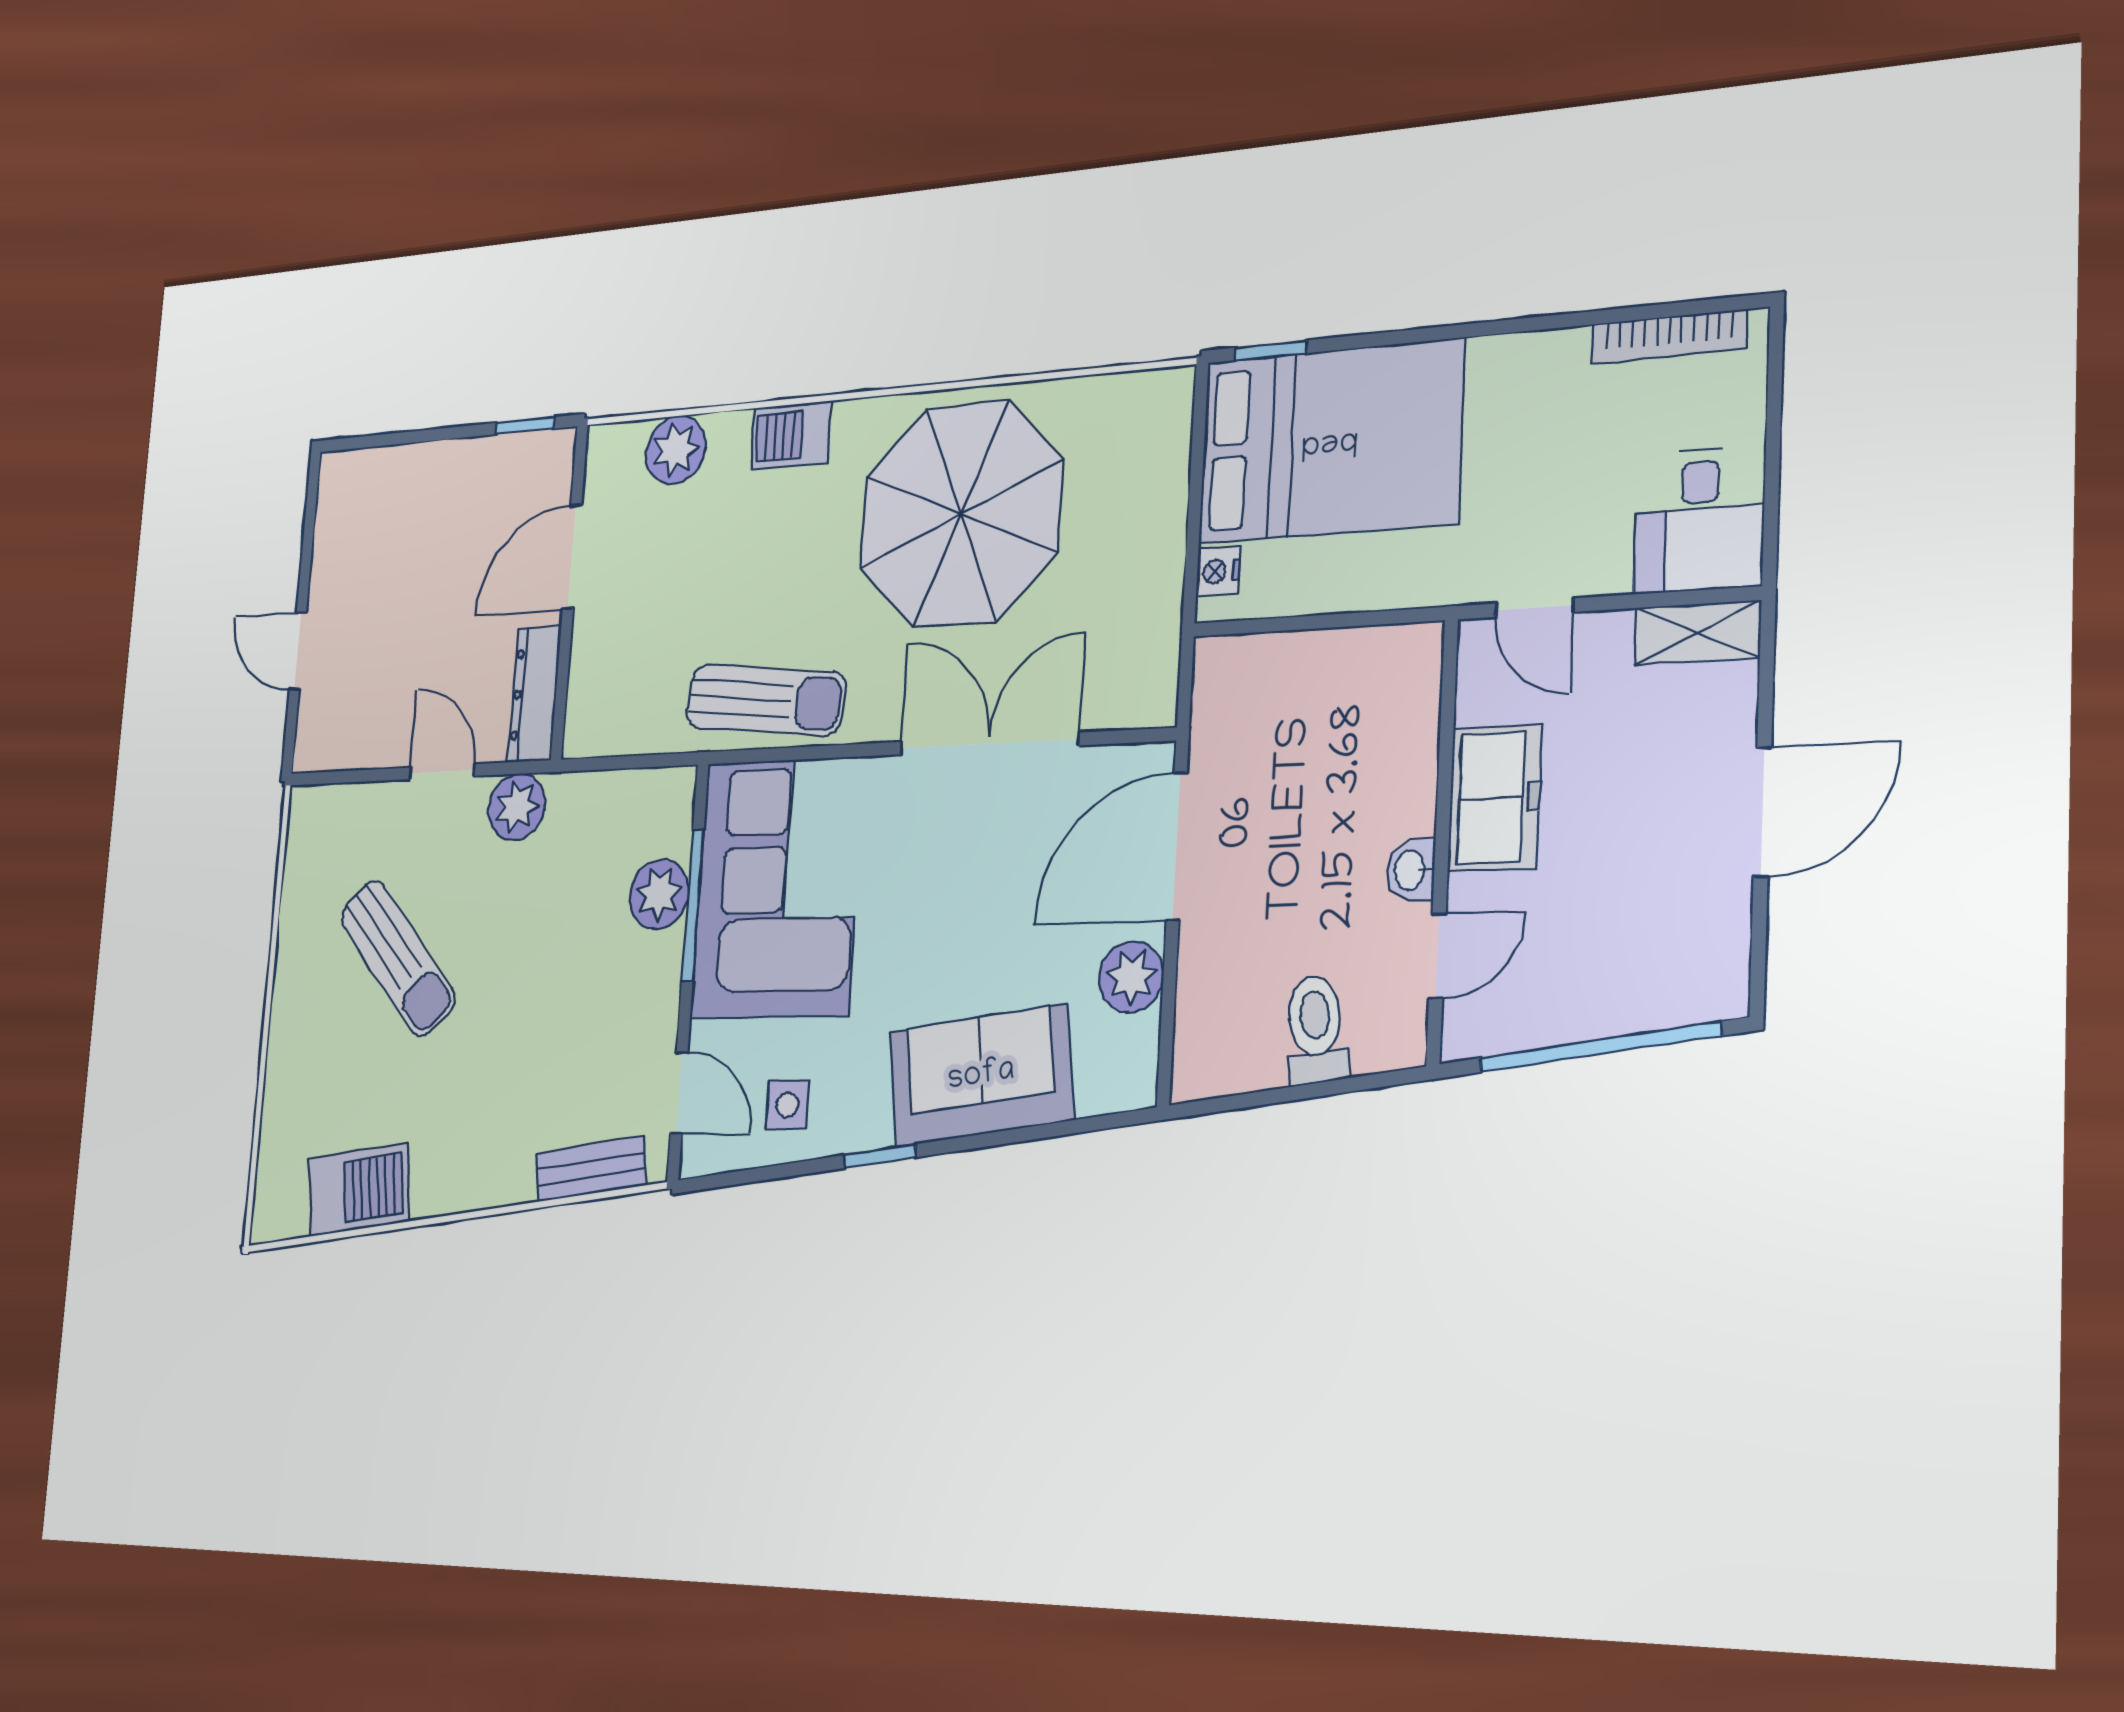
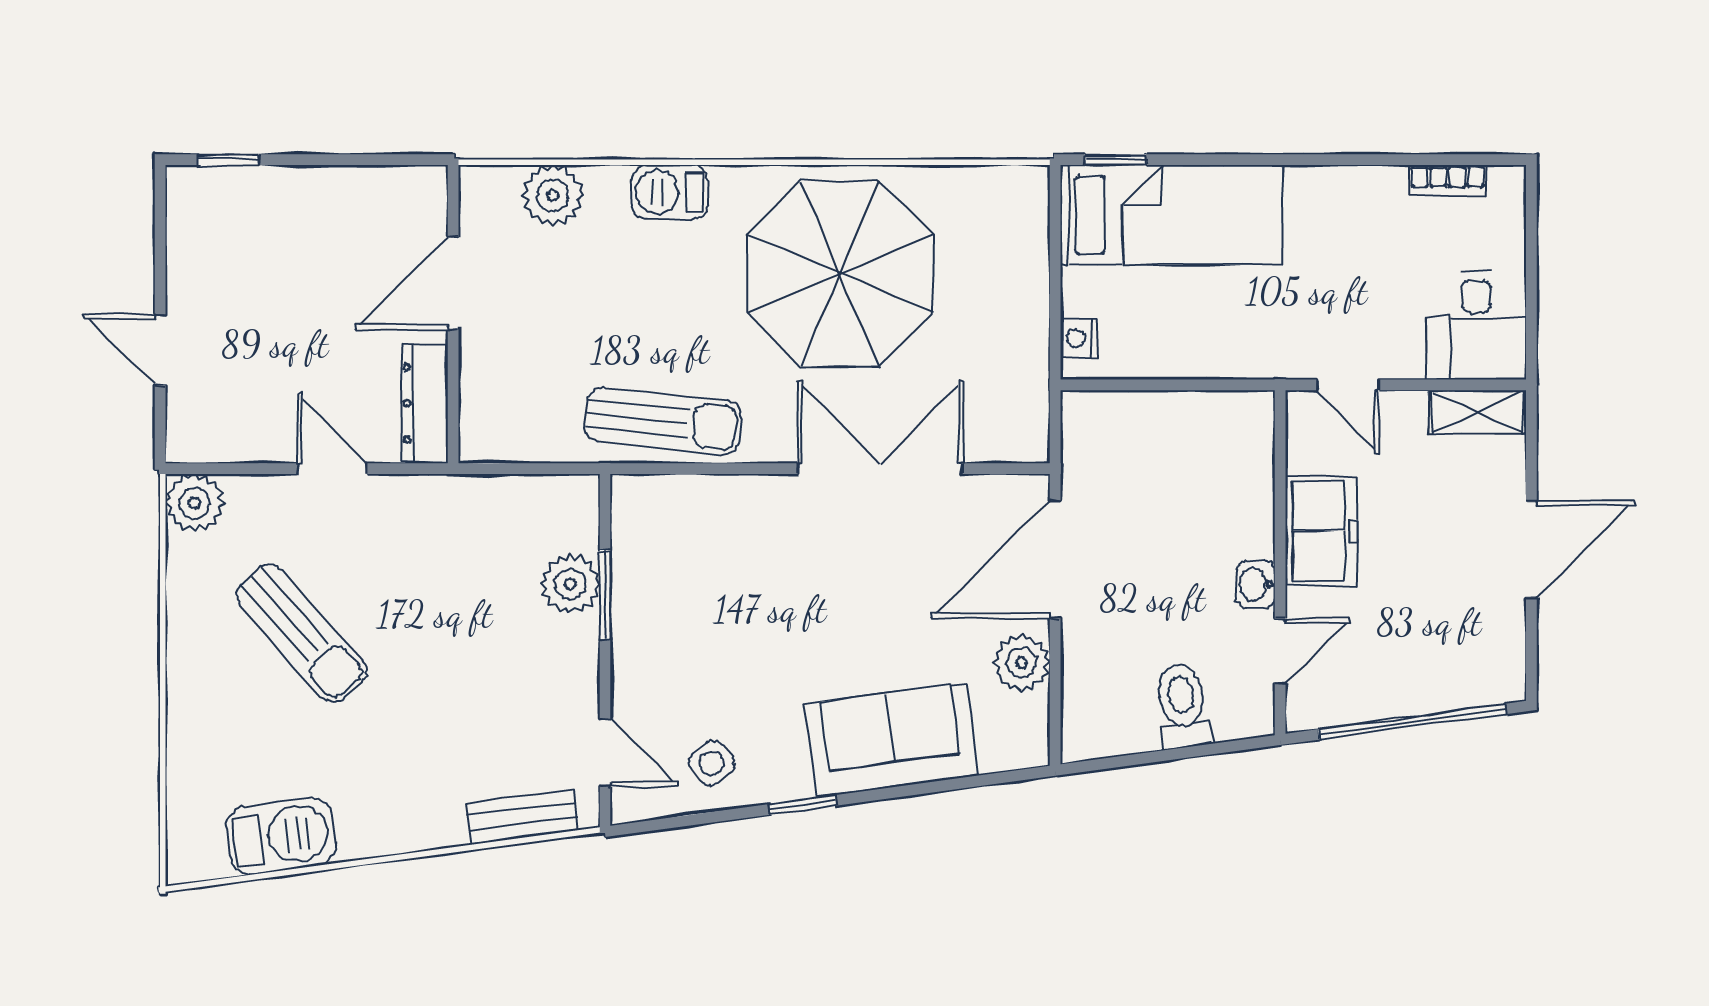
bookcase: (1669, 337) -> (1448, 181), width x0.64
window: (525, 426) -> (228, 160), moved
bed: (1330, 442) -> (1171, 215), width x0.67
plant: (517, 807) -> (195, 503), moved
corner sofa: (777, 888) -> (687, 582), removed
window: (693, 905) -> (605, 594), width x0.69
side table: (787, 1105) -> (712, 763), turned -38

